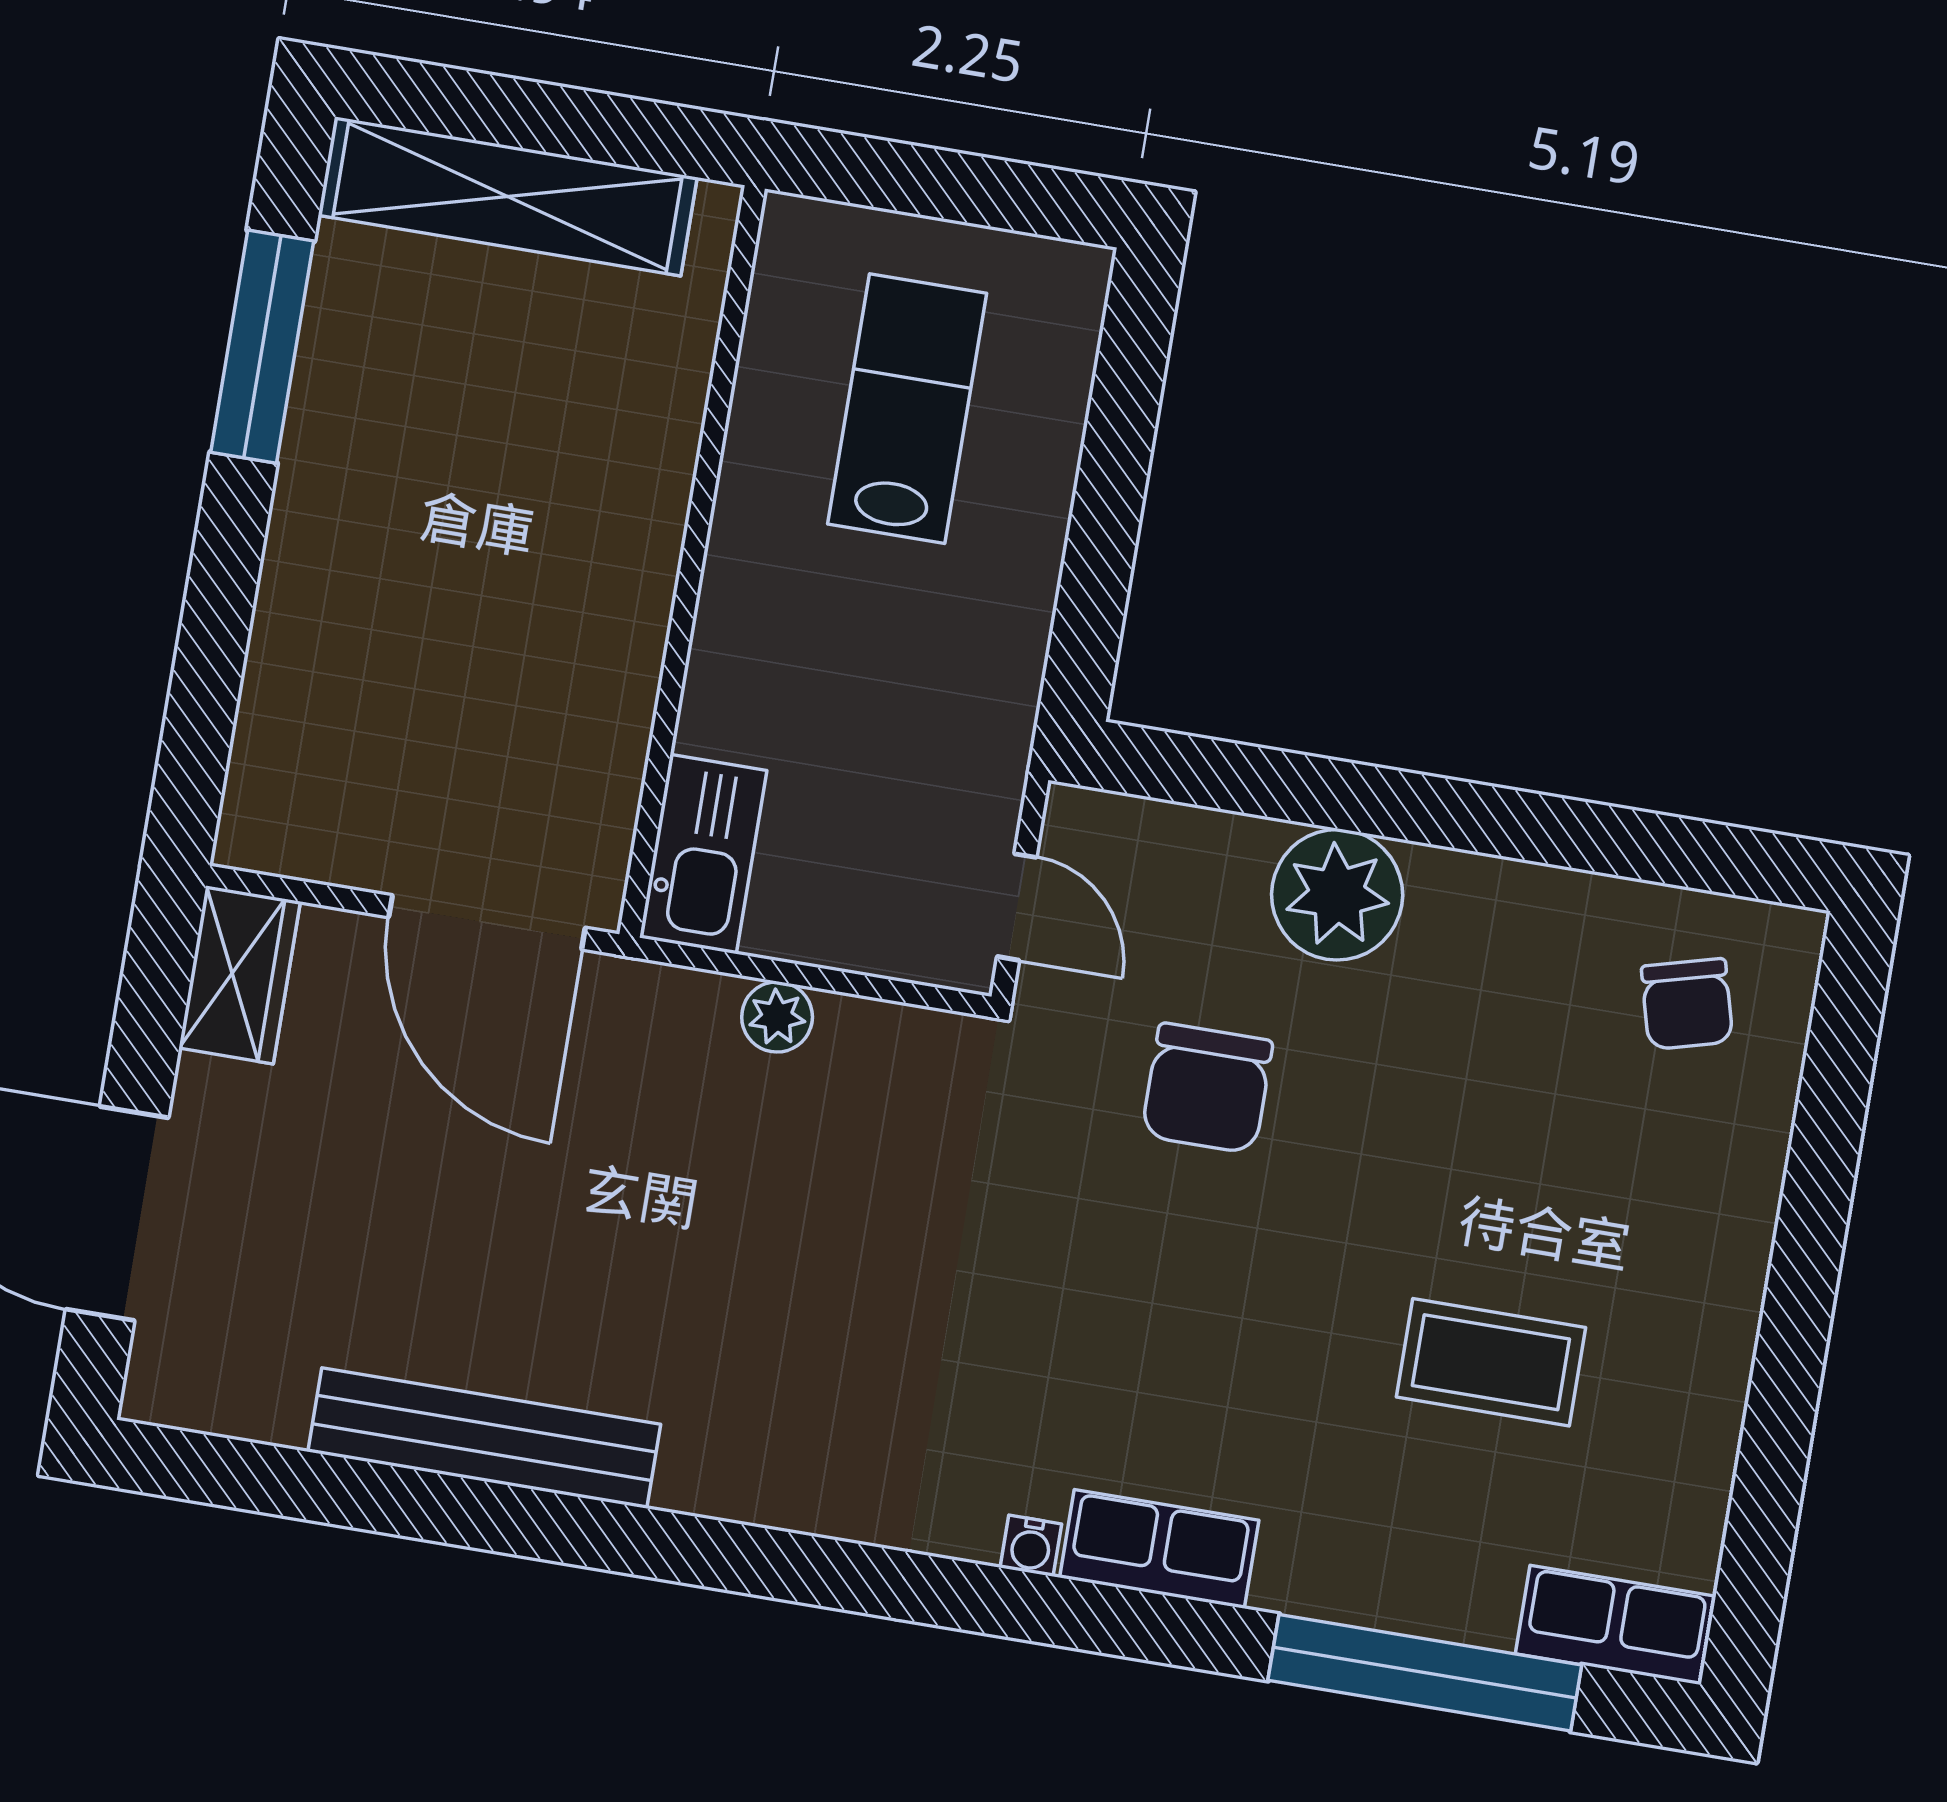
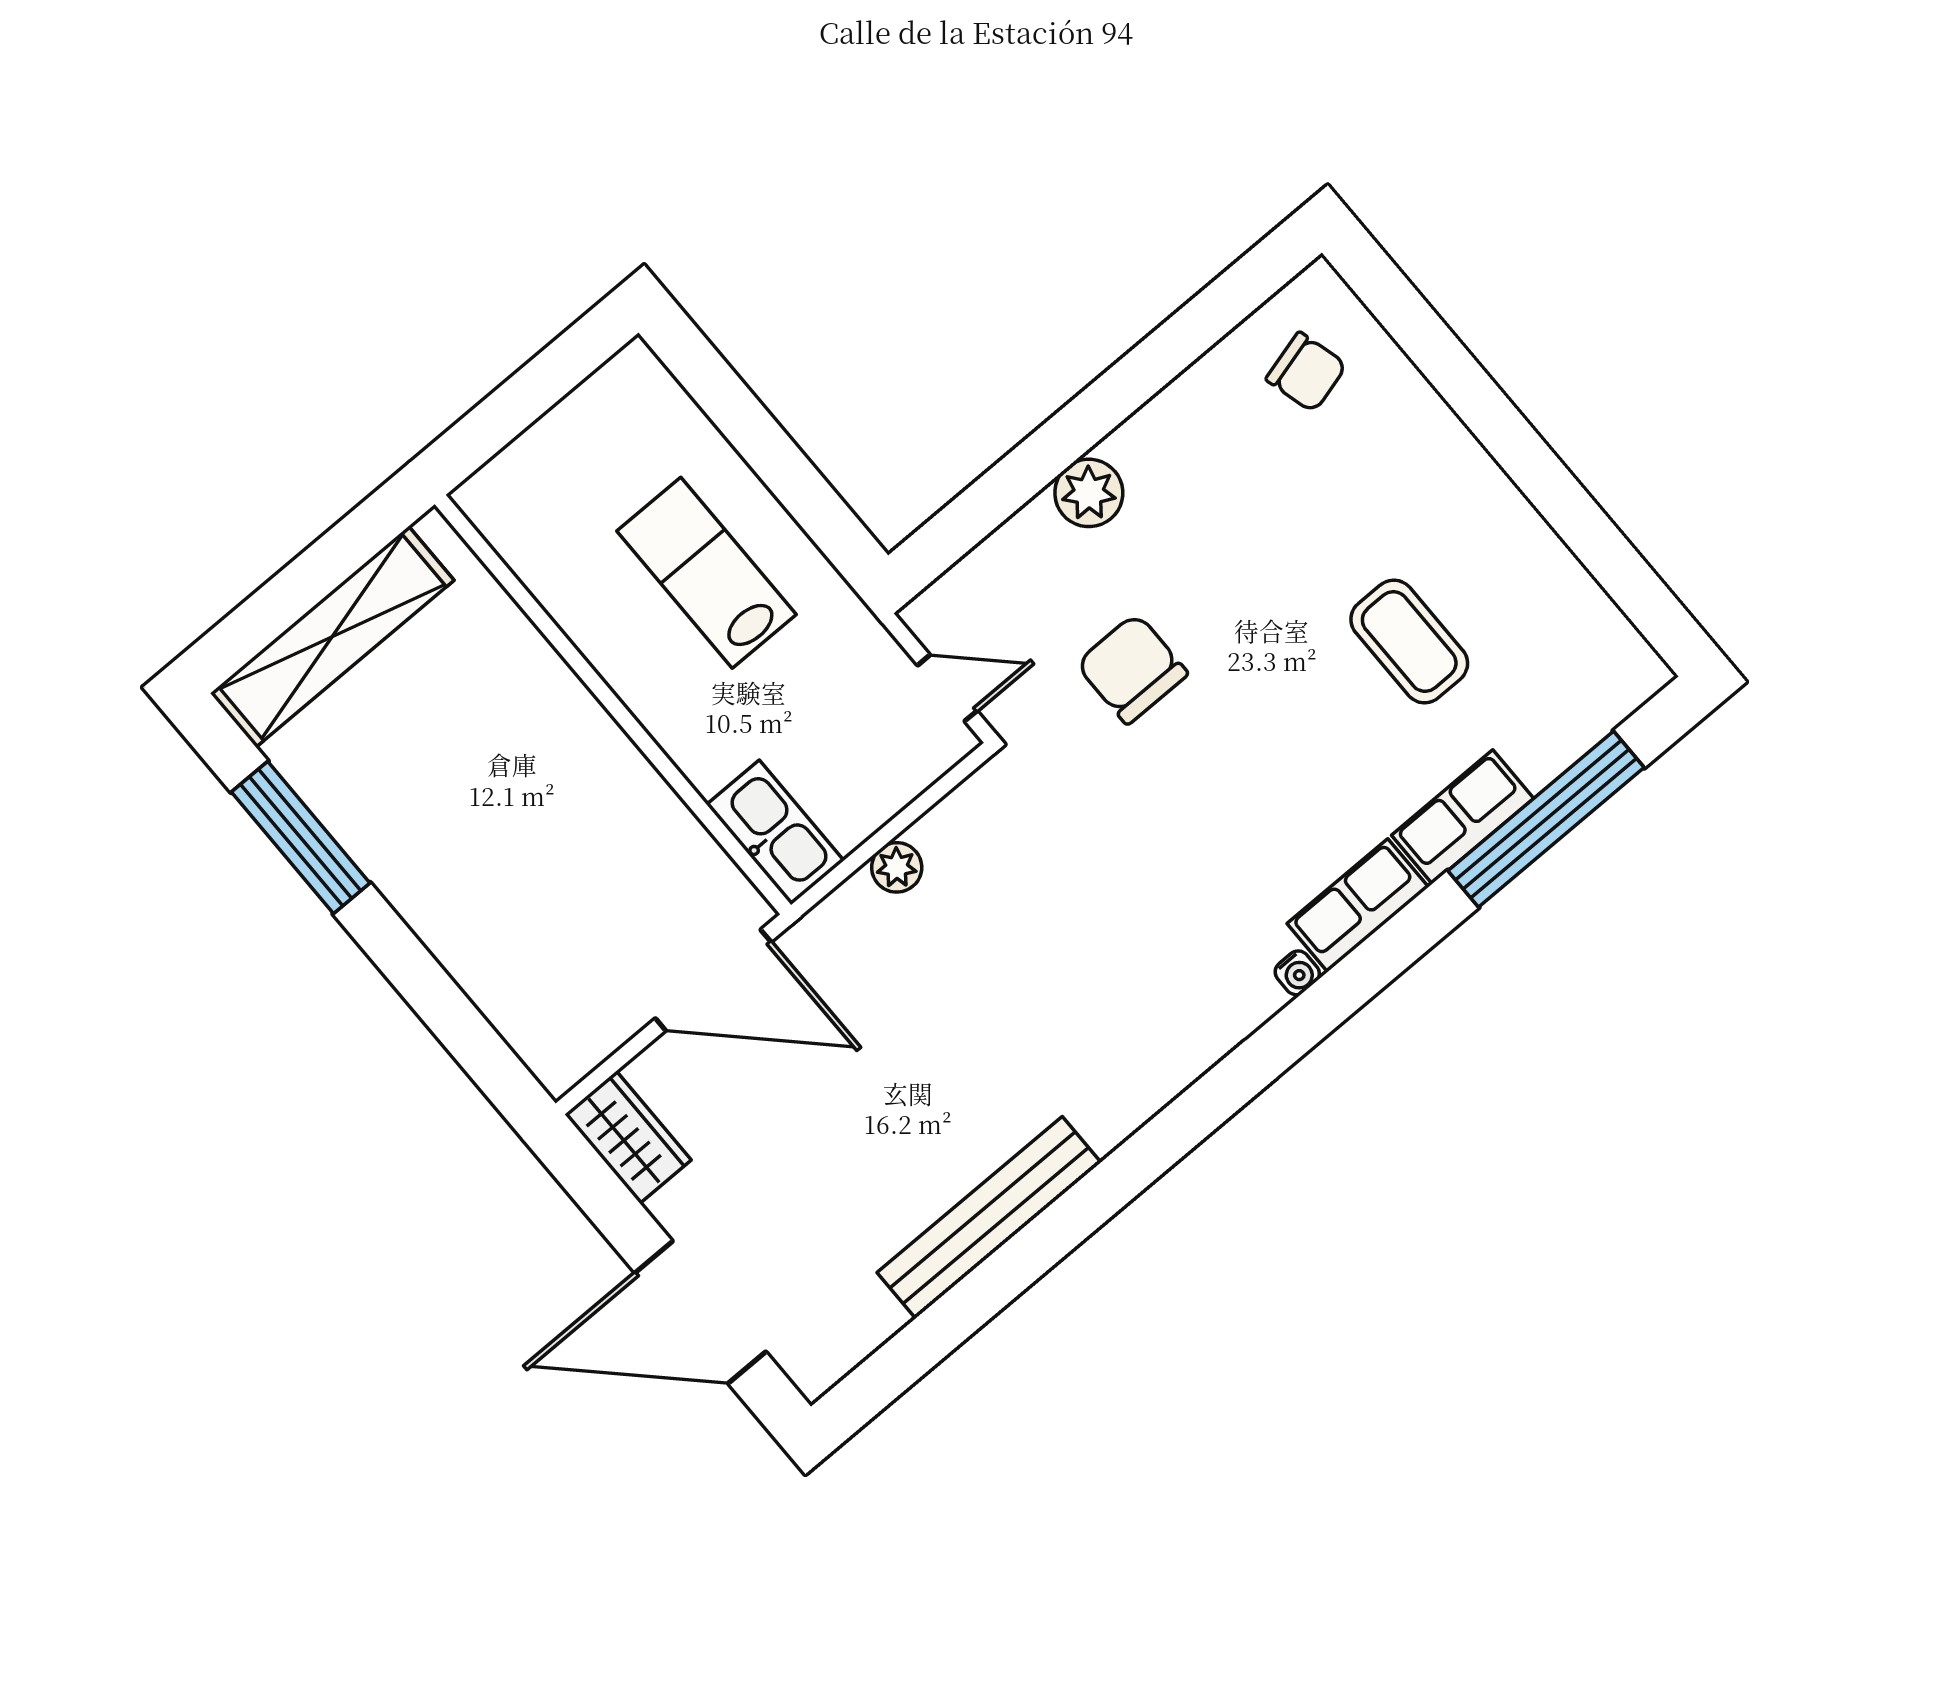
lab bench: (907, 409) -> (706, 573), moved
plant: (1337, 895) -> (1089, 493), width x0.73, depth x0.73
chair: (1207, 1088) -> (1132, 669), turned 180
coffee table: (1491, 1362) -> (1409, 641), turned 90
row of seats: (1616, 1625) -> (1463, 817), moved

